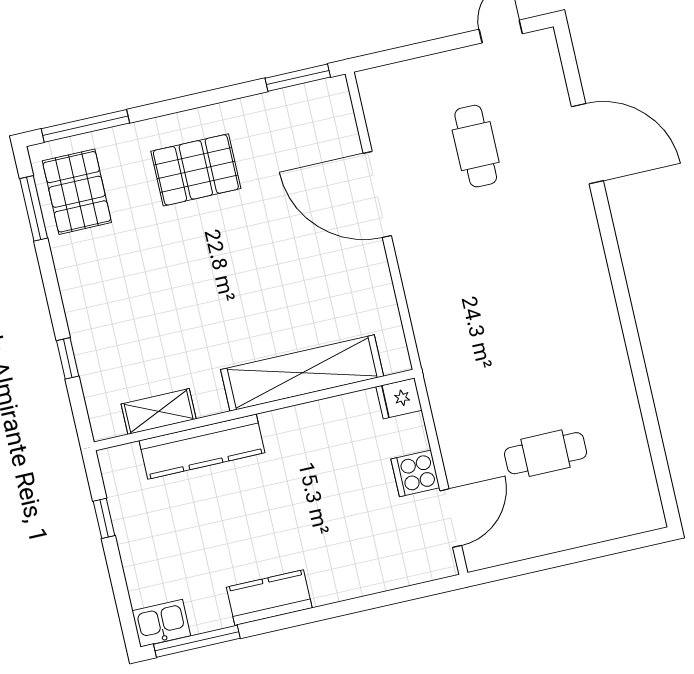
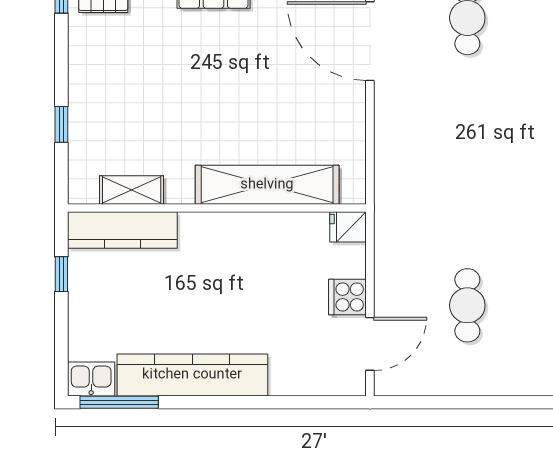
kitchen counter: (202, 447) -> (122, 230), moved
cafe table: (545, 453) -> (467, 305), turned 90
kitchen counter: (269, 598) -> (192, 375), width x2.08, depth x1.17

